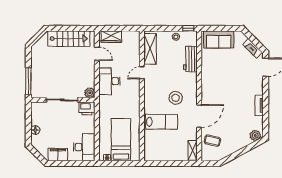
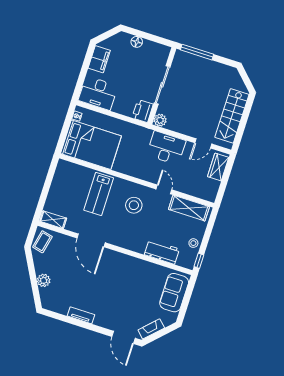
stool: (176, 98) -> (134, 205), moved
plant: (255, 135) -> (44, 280), moved
bed: (121, 140) -> (91, 145), width x1.50
coffee table: (212, 141) -> (42, 242), moved

